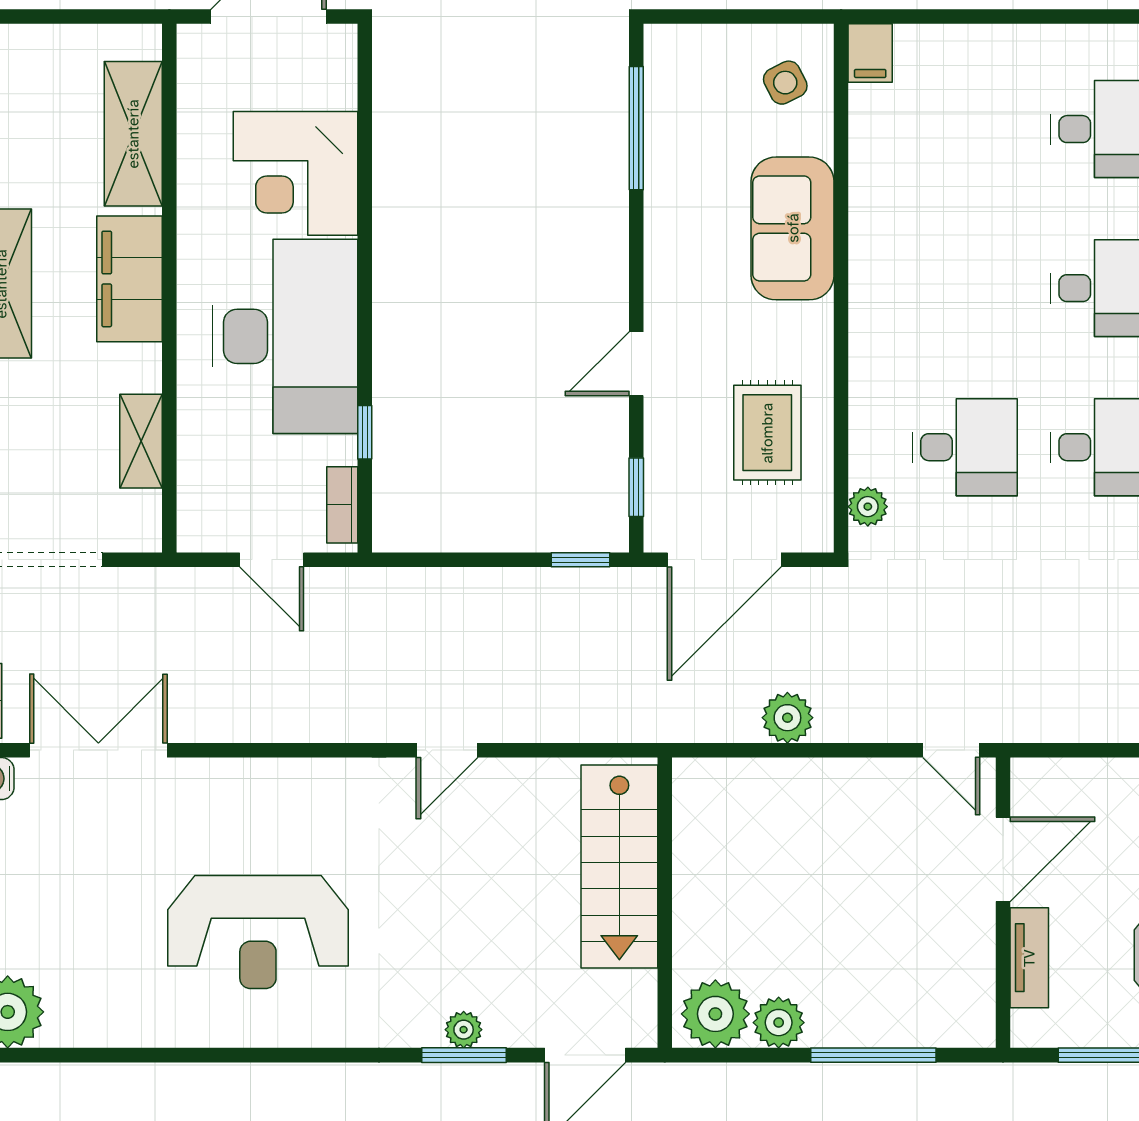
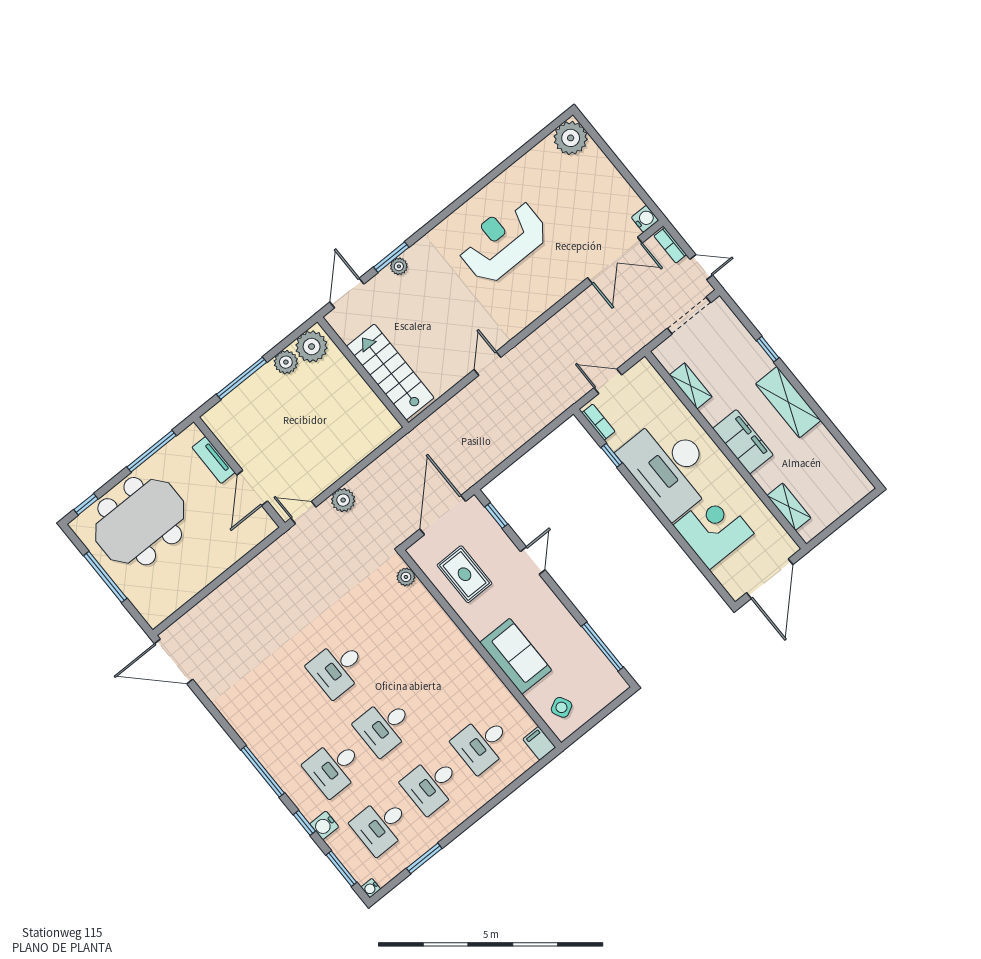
shelving: (133, 134) -> (789, 507), width x0.67, depth x0.75
desk: (965, 447) -> (482, 744), moved
window: (580, 560) -> (495, 473), removed
plant: (787, 718) -> (343, 500), moved

